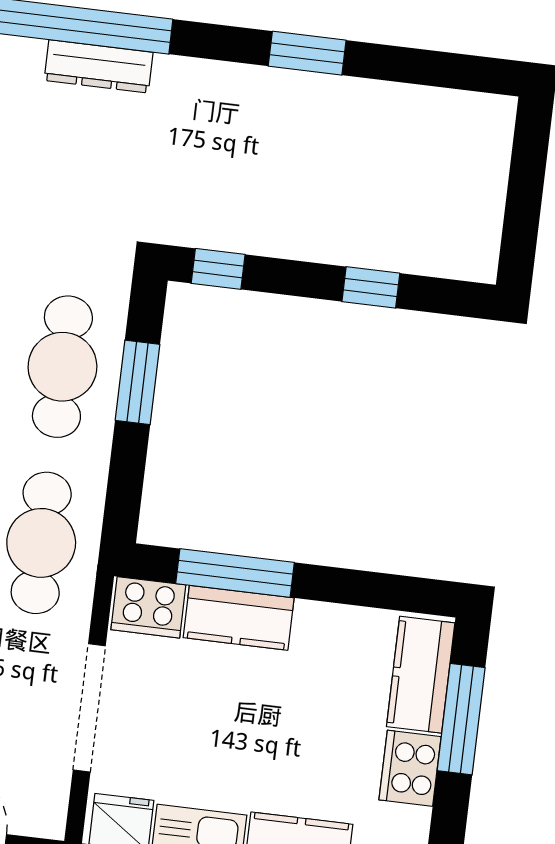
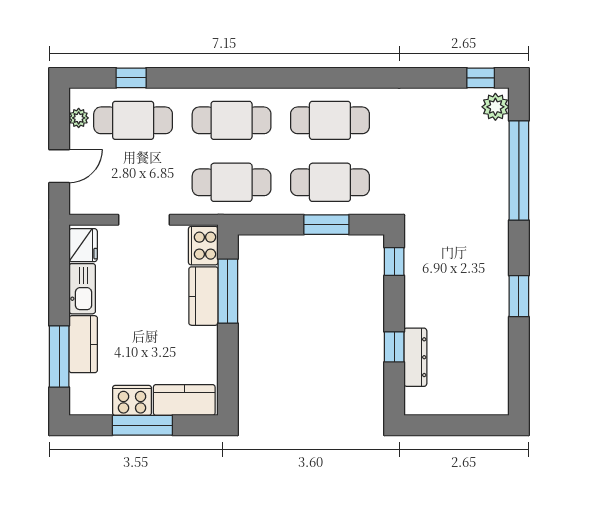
dresser: (99, 66) -> (415, 357), moved, turned 180
doorway: (89, 708) -> (144, 220), width x0.73
window: (461, 719) -> (142, 425), moved

